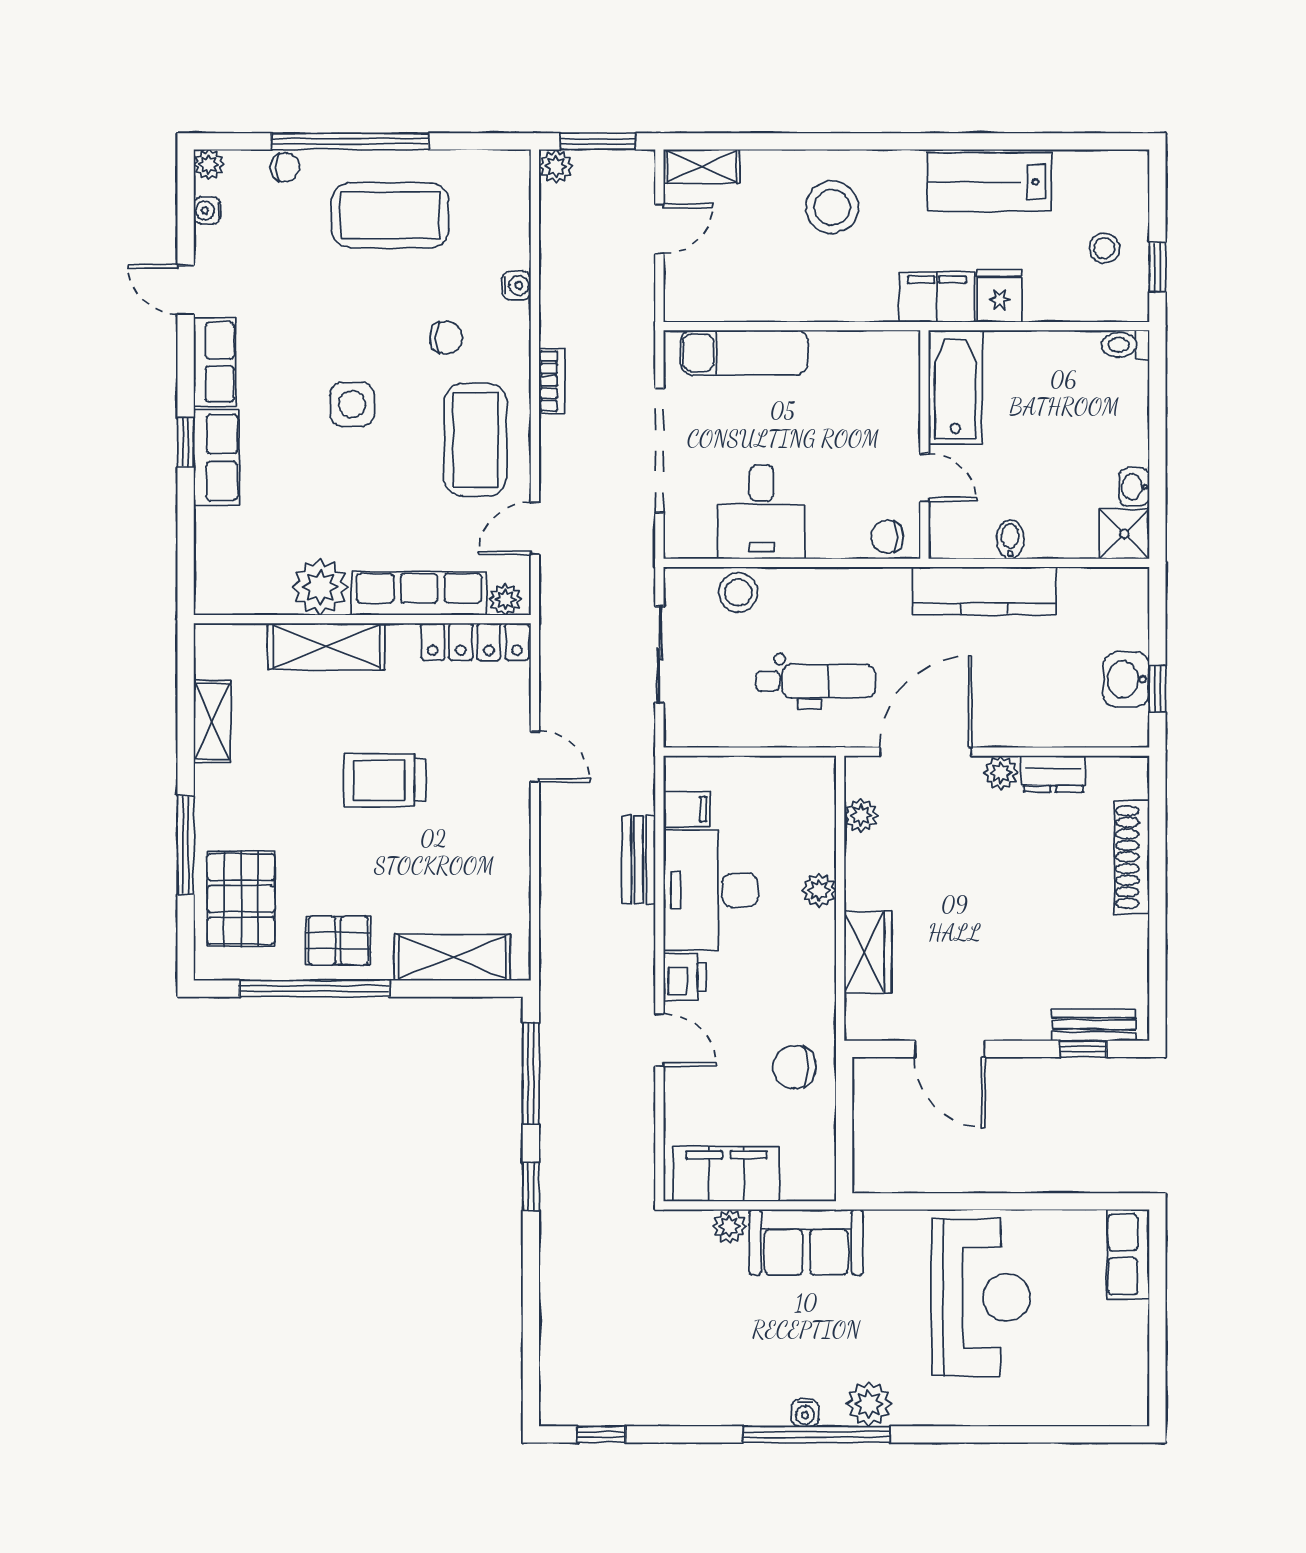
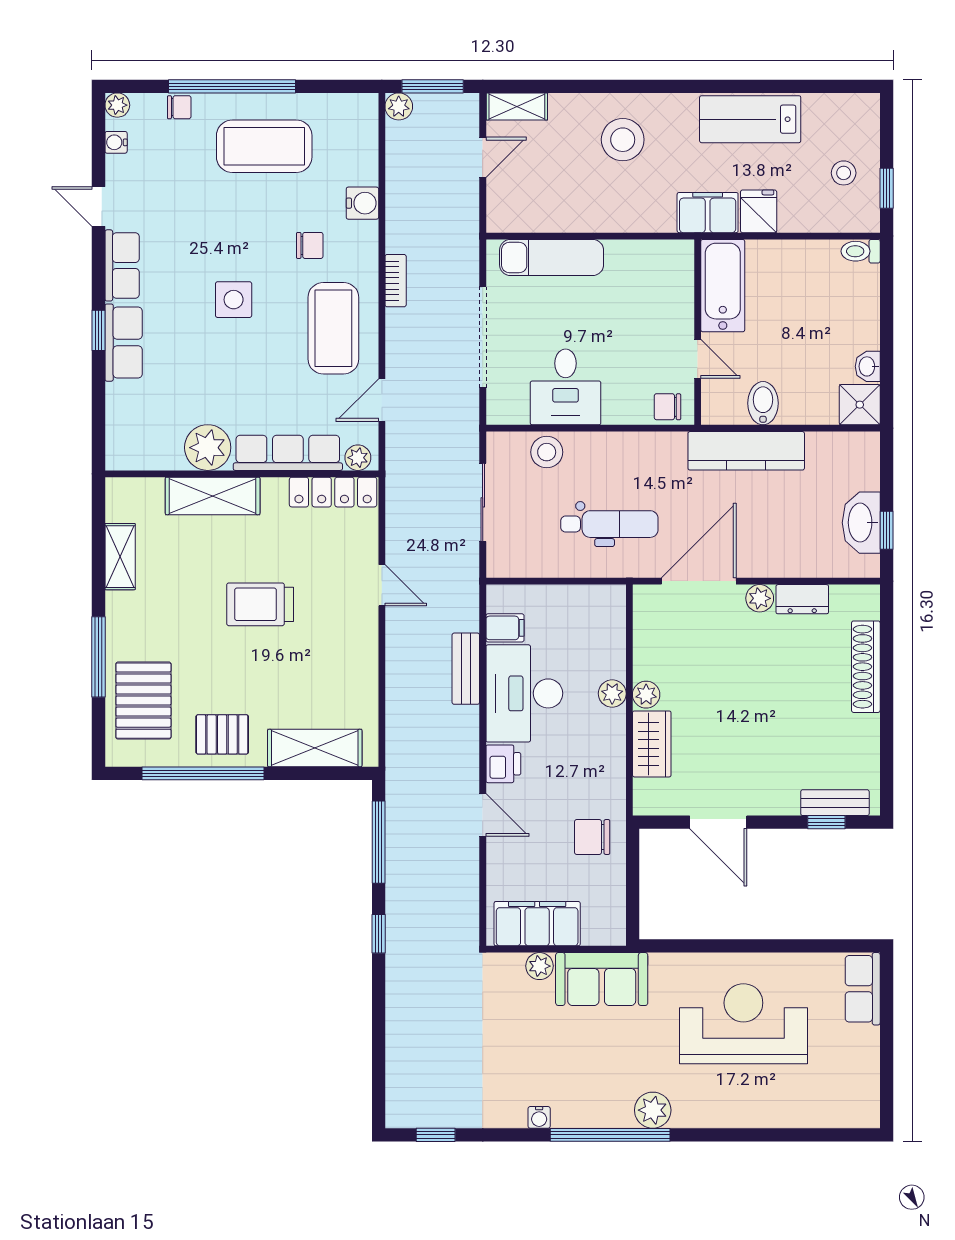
water cooler: (517, 285) -> (362, 203), width x1.38, depth x1.38
bidet: (1010, 539) -> (763, 403), width x1.38, depth x1.36
washbasin: (1126, 679) -> (861, 523), width x1.38
plant: (861, 815) -> (646, 695), moved
reception desk: (981, 1297) -> (743, 1024), turned -90
water cooler: (805, 1413) -> (539, 1117), moved

